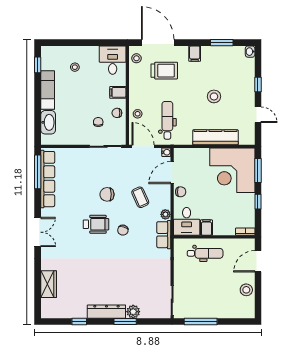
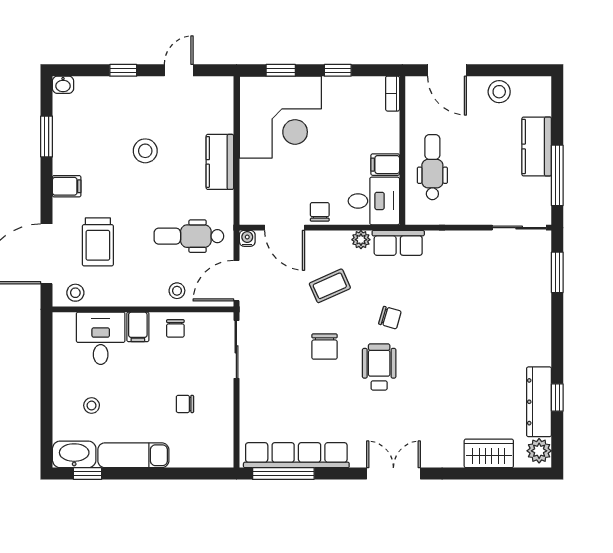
desk: (113, 60) -> (101, 338), moved, turned 90
trolley: (164, 71) -> (98, 242), turned 180
washbasin: (48, 122) -> (74, 454), moved
chair: (98, 122) -> (185, 404), moved
kitchen counter: (215, 137) -> (220, 162), width x0.67
window: (258, 171) -> (281, 70), width x0.67
kitchen counter: (216, 310) -> (537, 147), added
dresser: (106, 312) -> (539, 402), moved
plant: (133, 312) -> (539, 451), moved
window: (125, 322) -> (557, 272), moved

